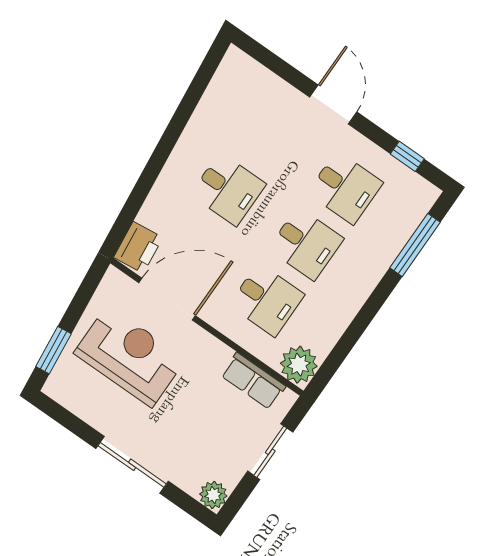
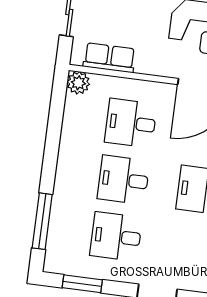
window: (407, 156) -> (82, 284), width x1.50
plant: (299, 365) -> (78, 83), width x0.73, depth x0.73

